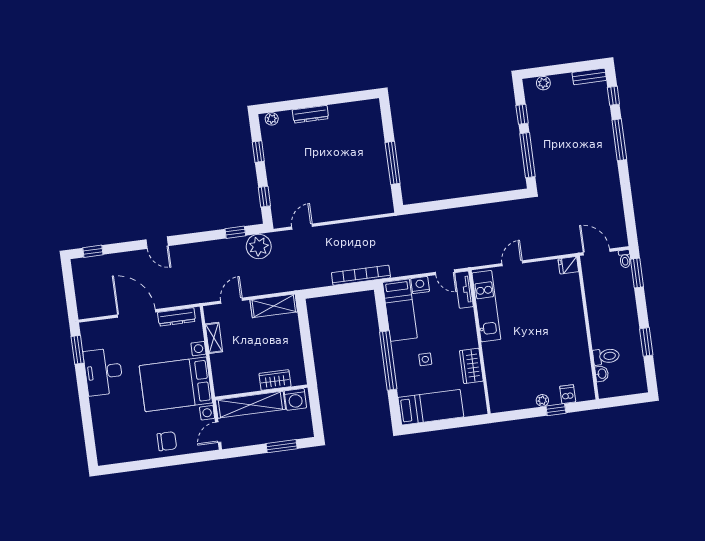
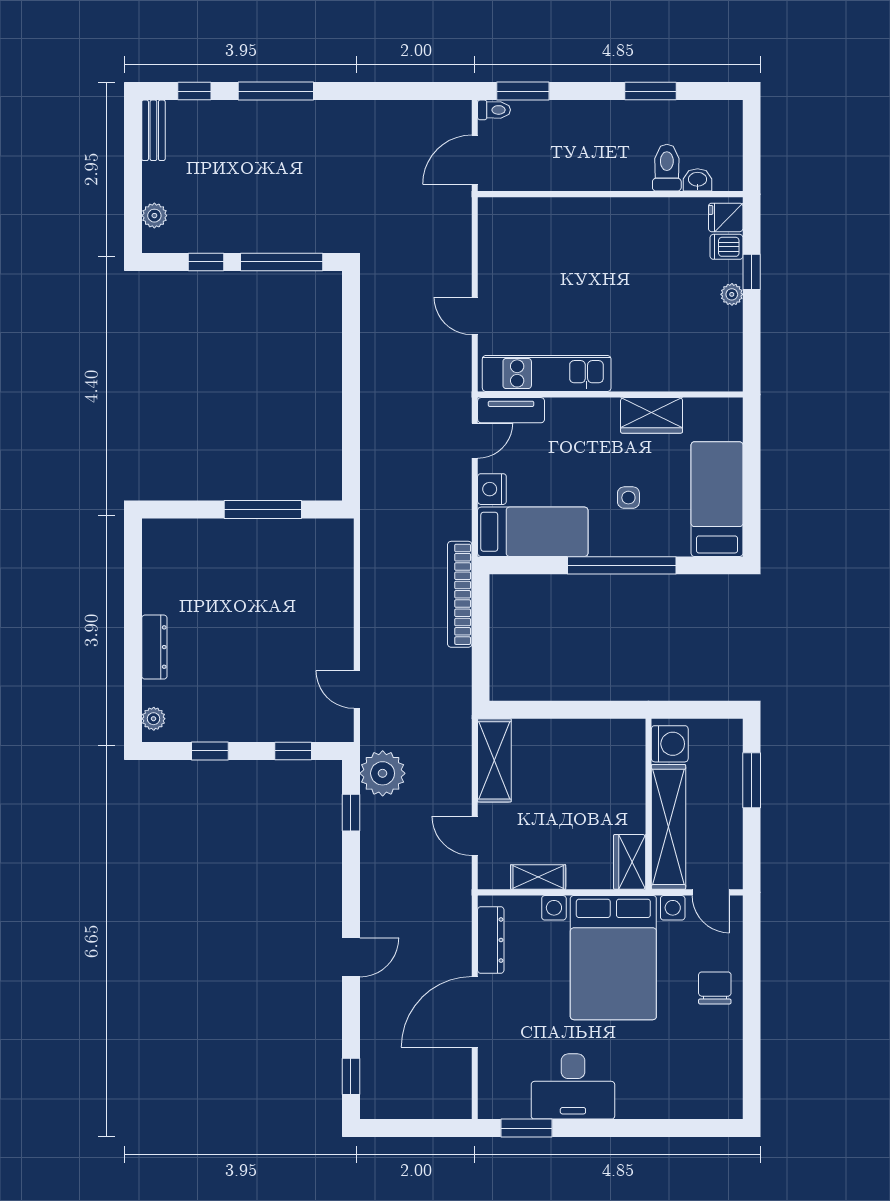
fridge: (568, 265) -> (726, 217), moved, turned 90
wardrobe: (275, 380) -> (630, 862), moved

